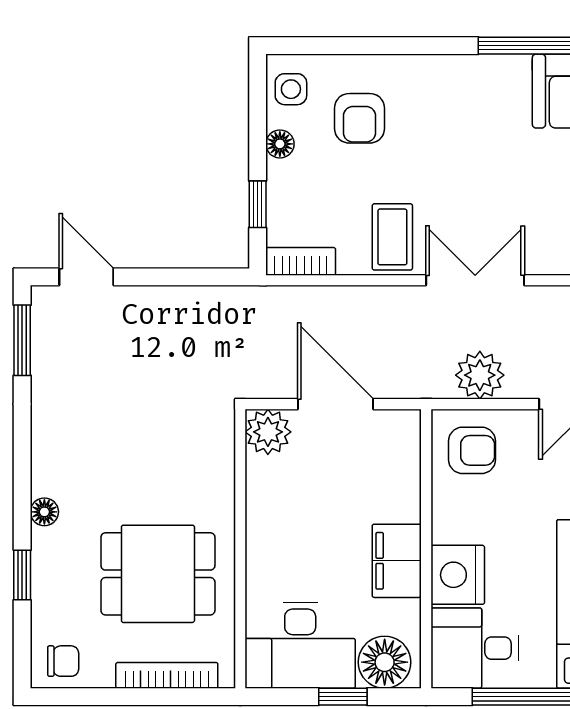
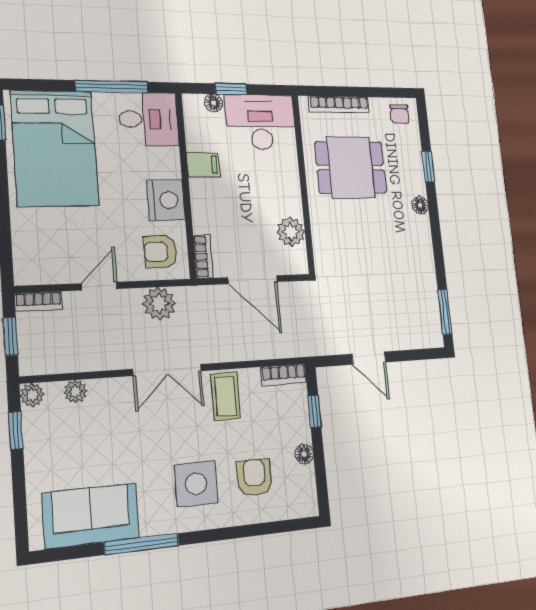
side table: (291, 89) -> (196, 484), moved, width x1.87, depth x1.87
door: (86, 277) -> (369, 358), moved
plant: (268, 432) -> (291, 232), moved
bookcase: (408, 441) -> (203, 257), added
filing cabinet: (397, 561) -> (203, 165), width x0.50
nightstand: (458, 575) -> (166, 200), moved
chair: (63, 661) -> (399, 114), turned -90
floor lamp: (385, 662) -> (214, 103), width x0.53, depth x0.53

